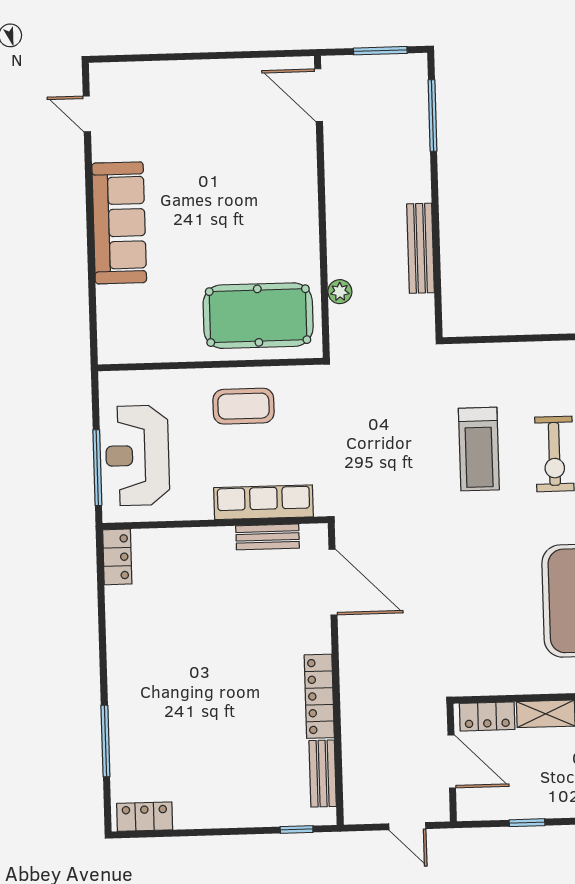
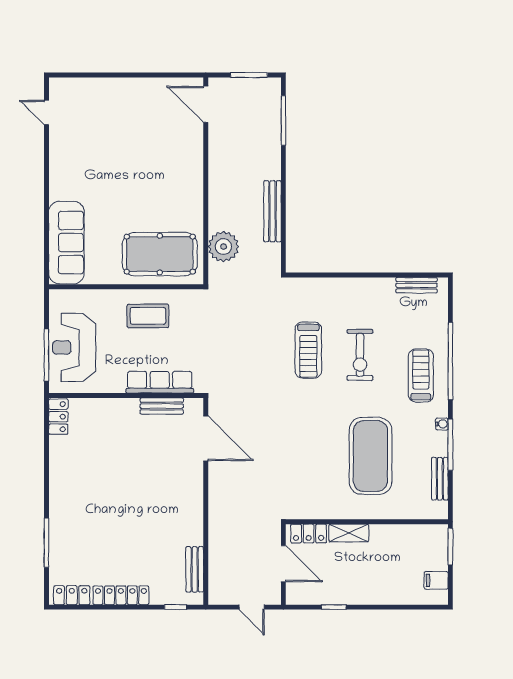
sofa: (119, 223) -> (66, 243), moved
plant: (340, 292) -> (223, 247), width x1.88, depth x1.88
locker: (319, 696) -> (121, 595), moved, turned 90

